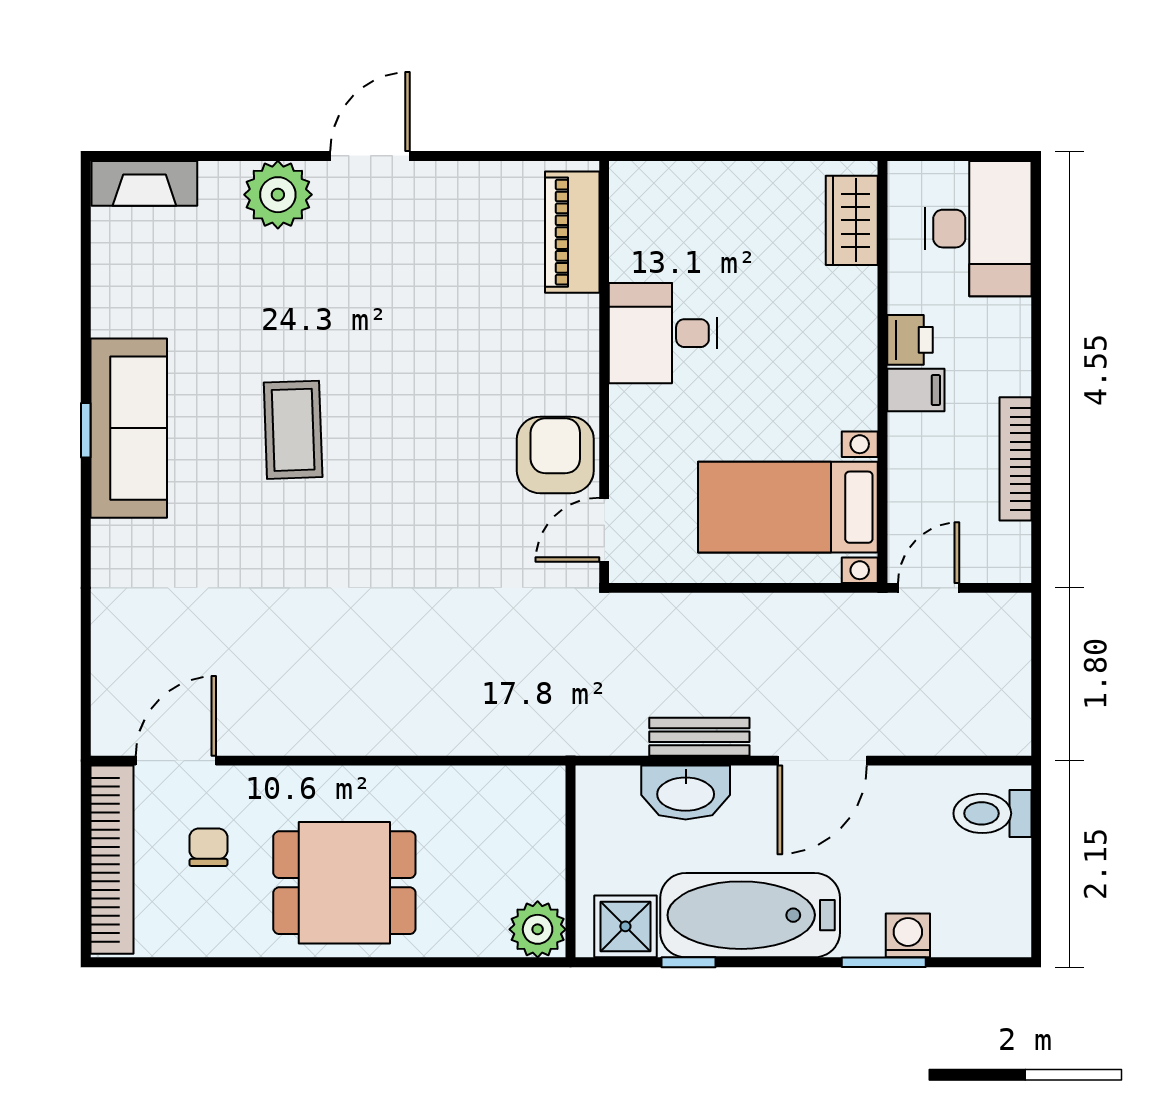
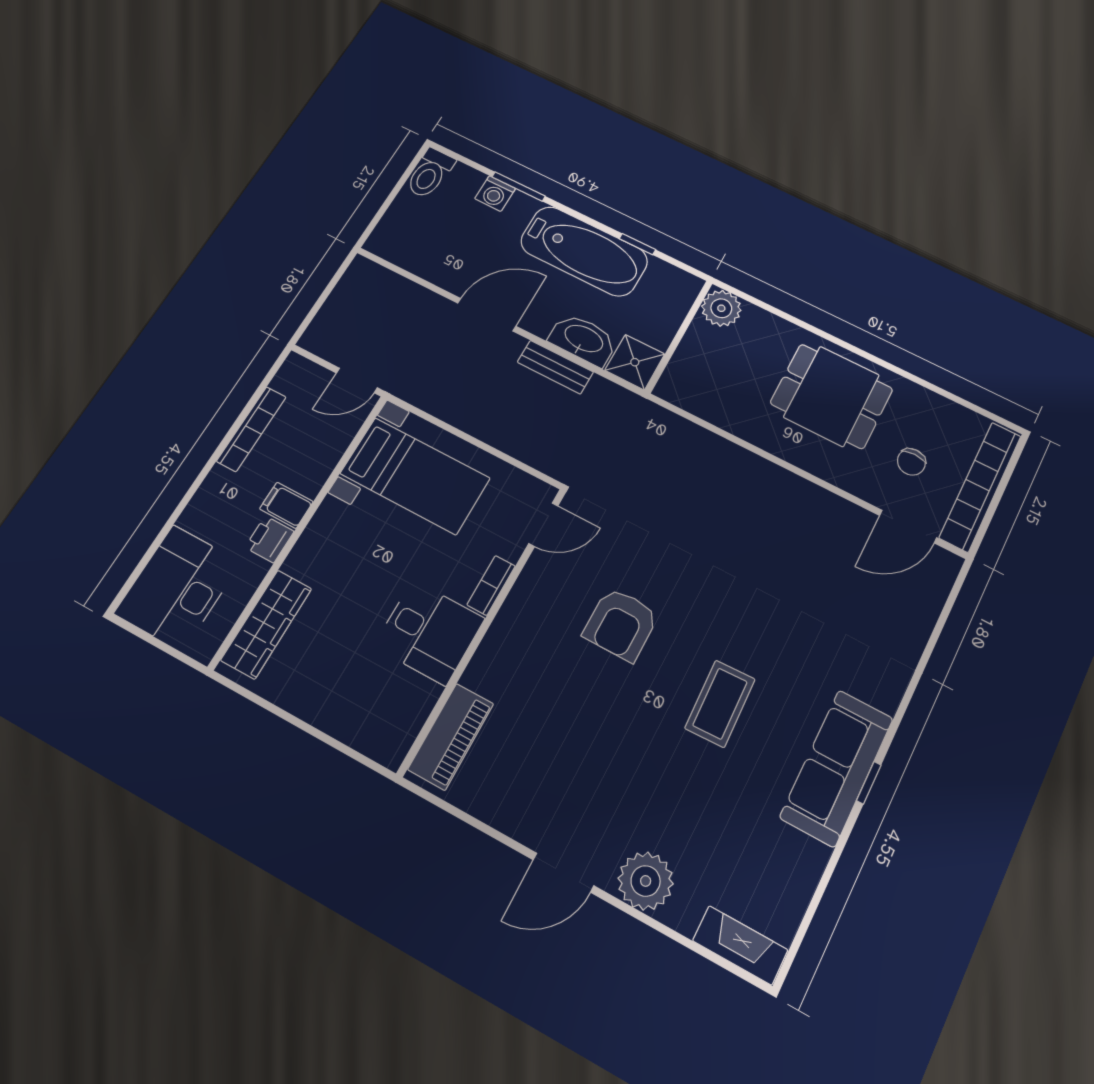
wardrobe: (852, 220) -> (266, 624), width x1.50
bookcase: (624, 425) -> (491, 585), added
armchair: (555, 455) -> (621, 624), moved
toilet: (992, 813) -> (430, 173), moved, turned 90
shower: (625, 926) -> (635, 362), moved

